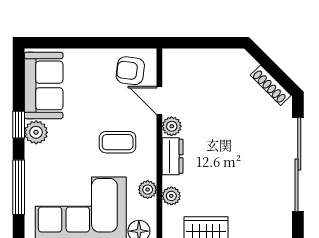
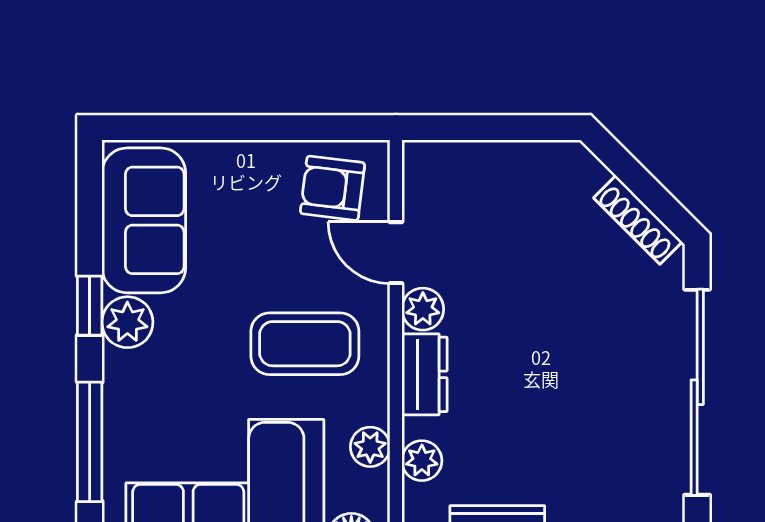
coffee table: (118, 142) -> (305, 344), width x1.36, depth x1.30

